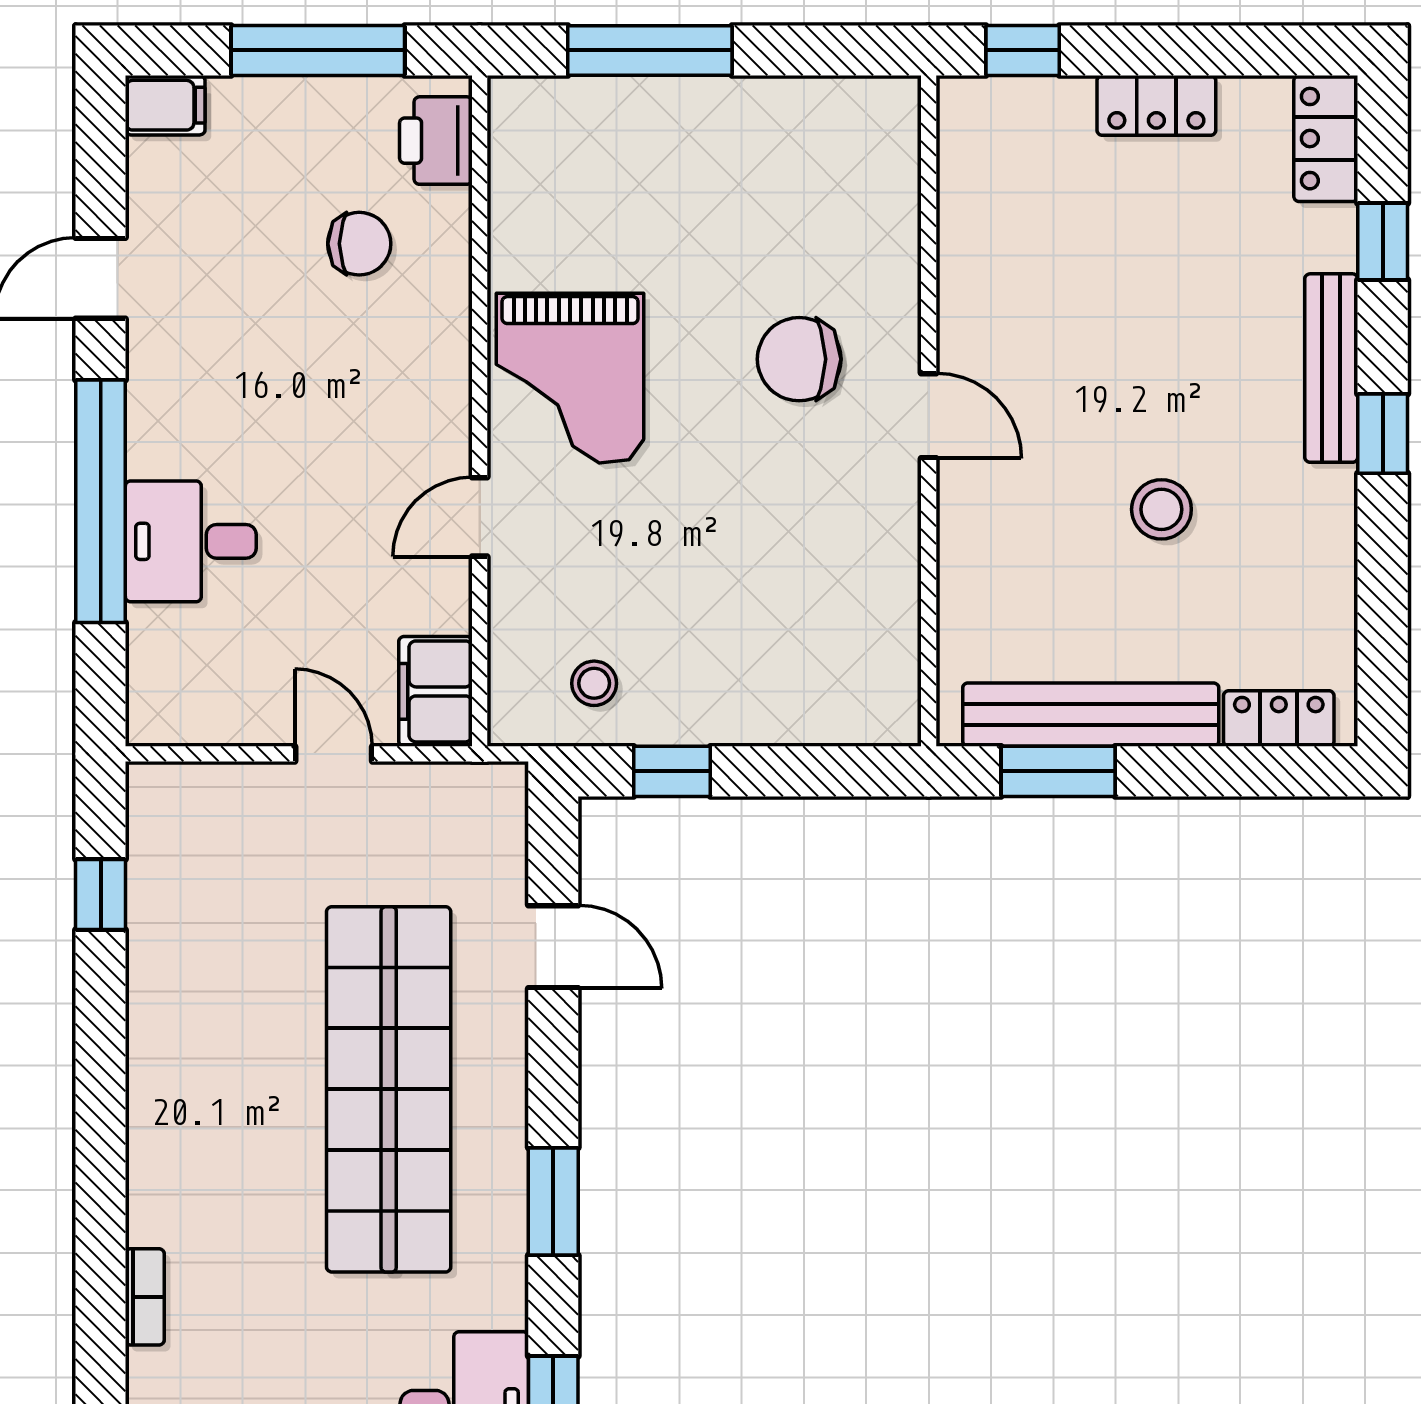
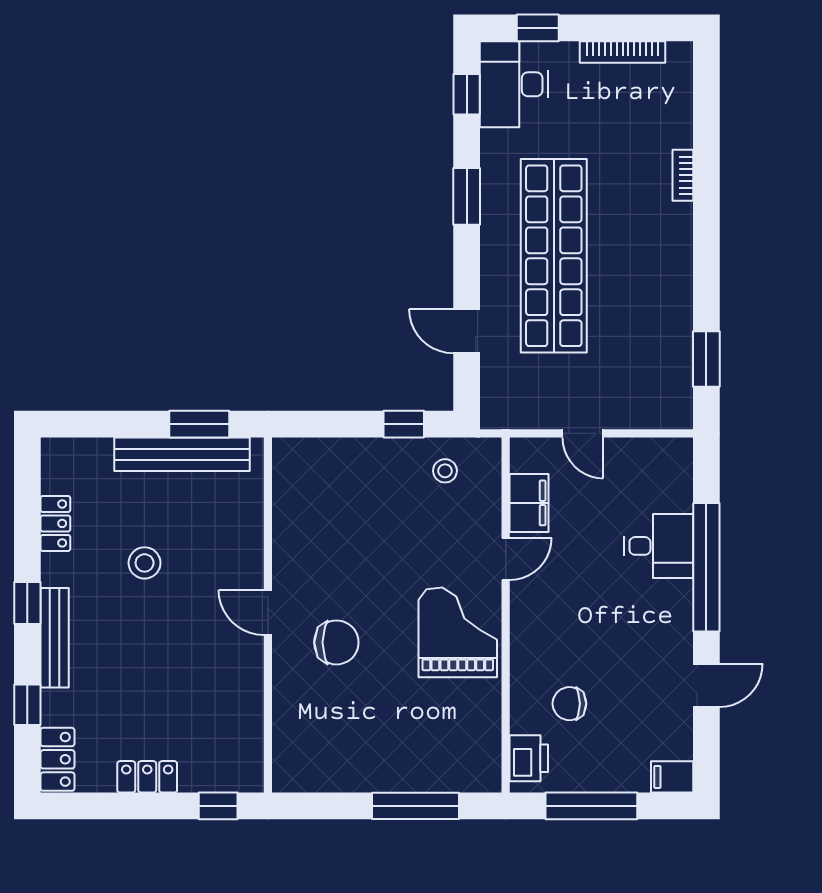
filing cabinet: (436, 691) -> (529, 503), moved
locker: (1279, 719) -> (55, 523), moved, turned -90
window: (101, 894) -> (706, 359), width x1.50
bookcase: (145, 1297) -> (683, 175), moved

